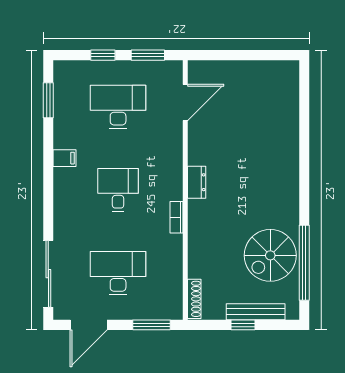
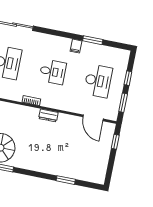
window: (219, 55) -> (115, 142), added
window: (48, 100) -> (93, 40), moved
window: (304, 129) -> (66, 180), added

